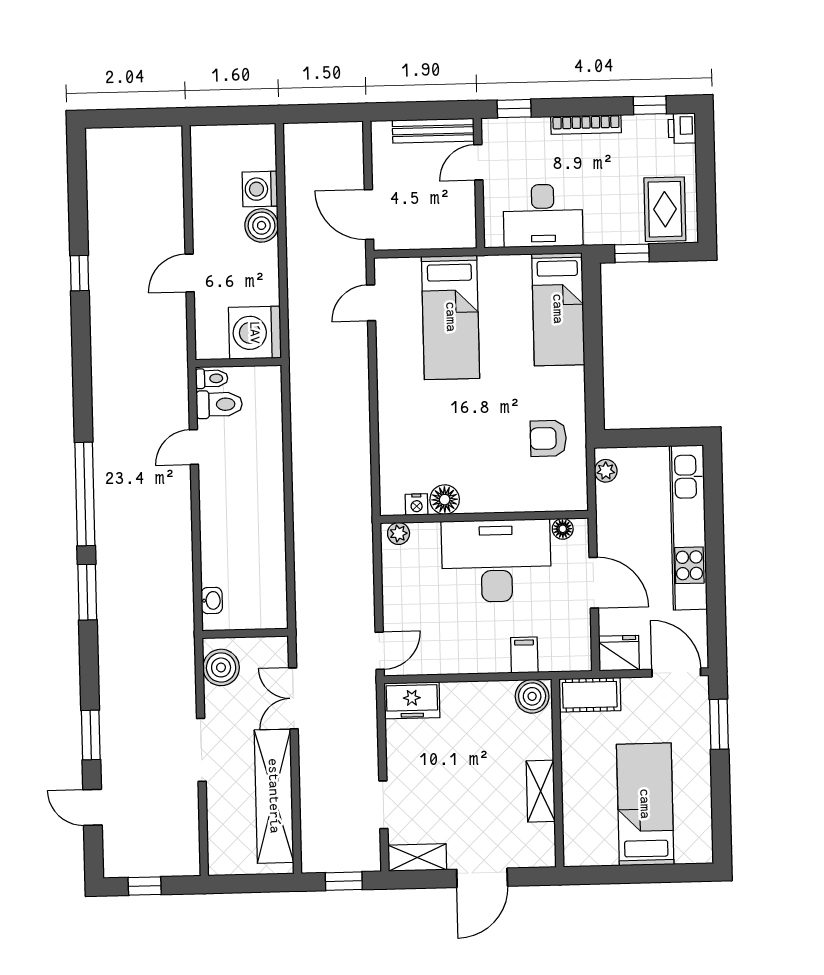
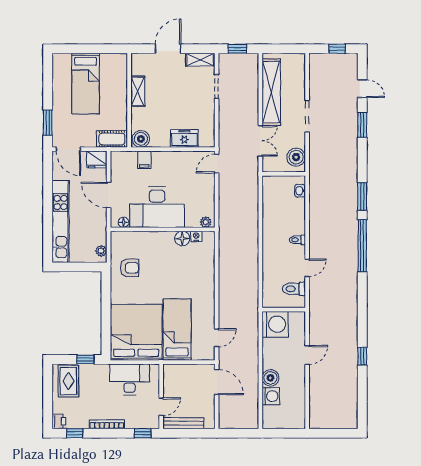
bed: (558, 309) -> (136, 332), width x2.04
toilet: (212, 378) -> (297, 240), moved
freezer: (412, 700) -> (184, 138), moved

